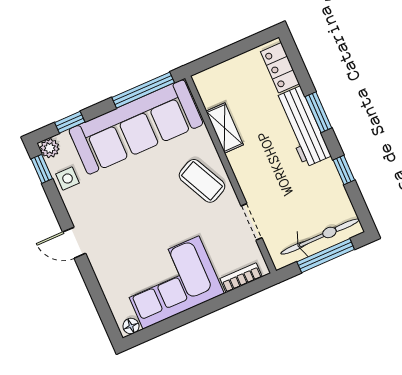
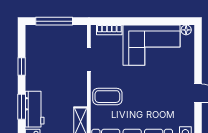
workbench: (303, 127) -> (35, 109), width x0.73
coffee table: (202, 181) -> (107, 97), turned -64
bicycle: (320, 237) -> (53, 34), removed

